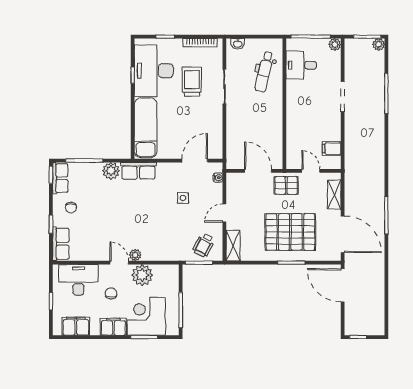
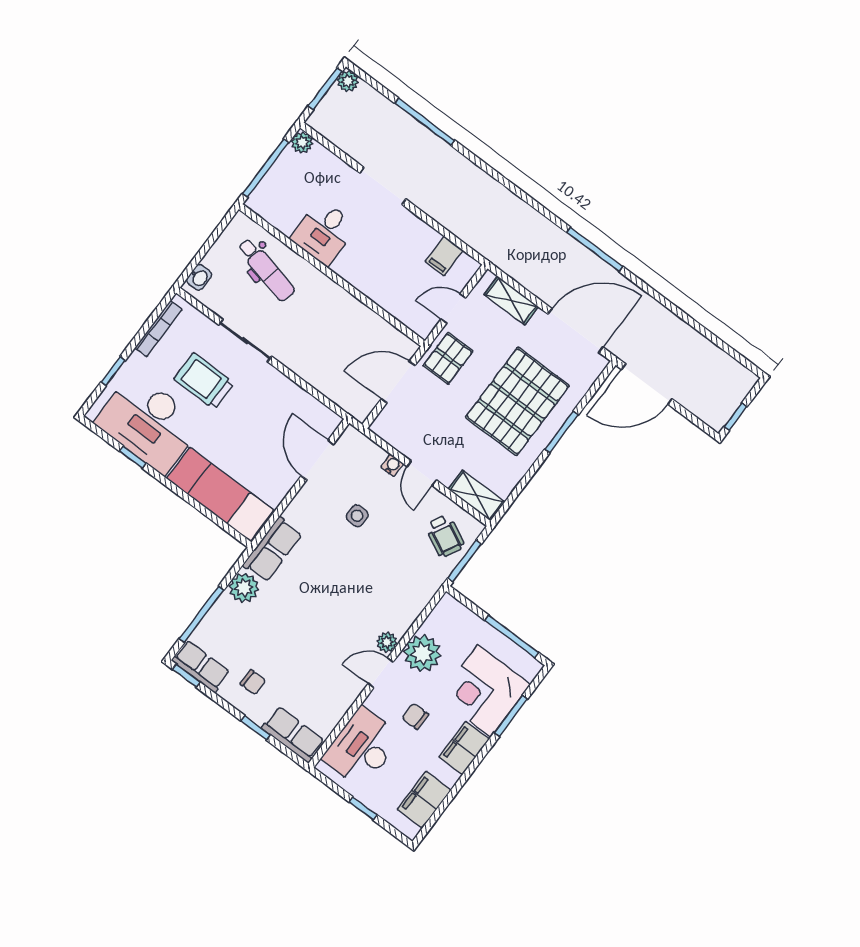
desk: (301, 65) -> (324, 232), moved
water cooler: (218, 178) -> (392, 465), moved

